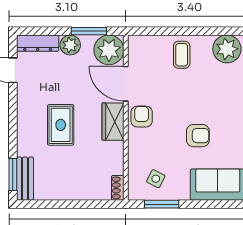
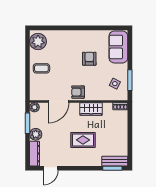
plant: (109, 50) -> (34, 107), width x0.53, depth x0.53
wardrobe: (113, 122) -> (91, 109), moved

